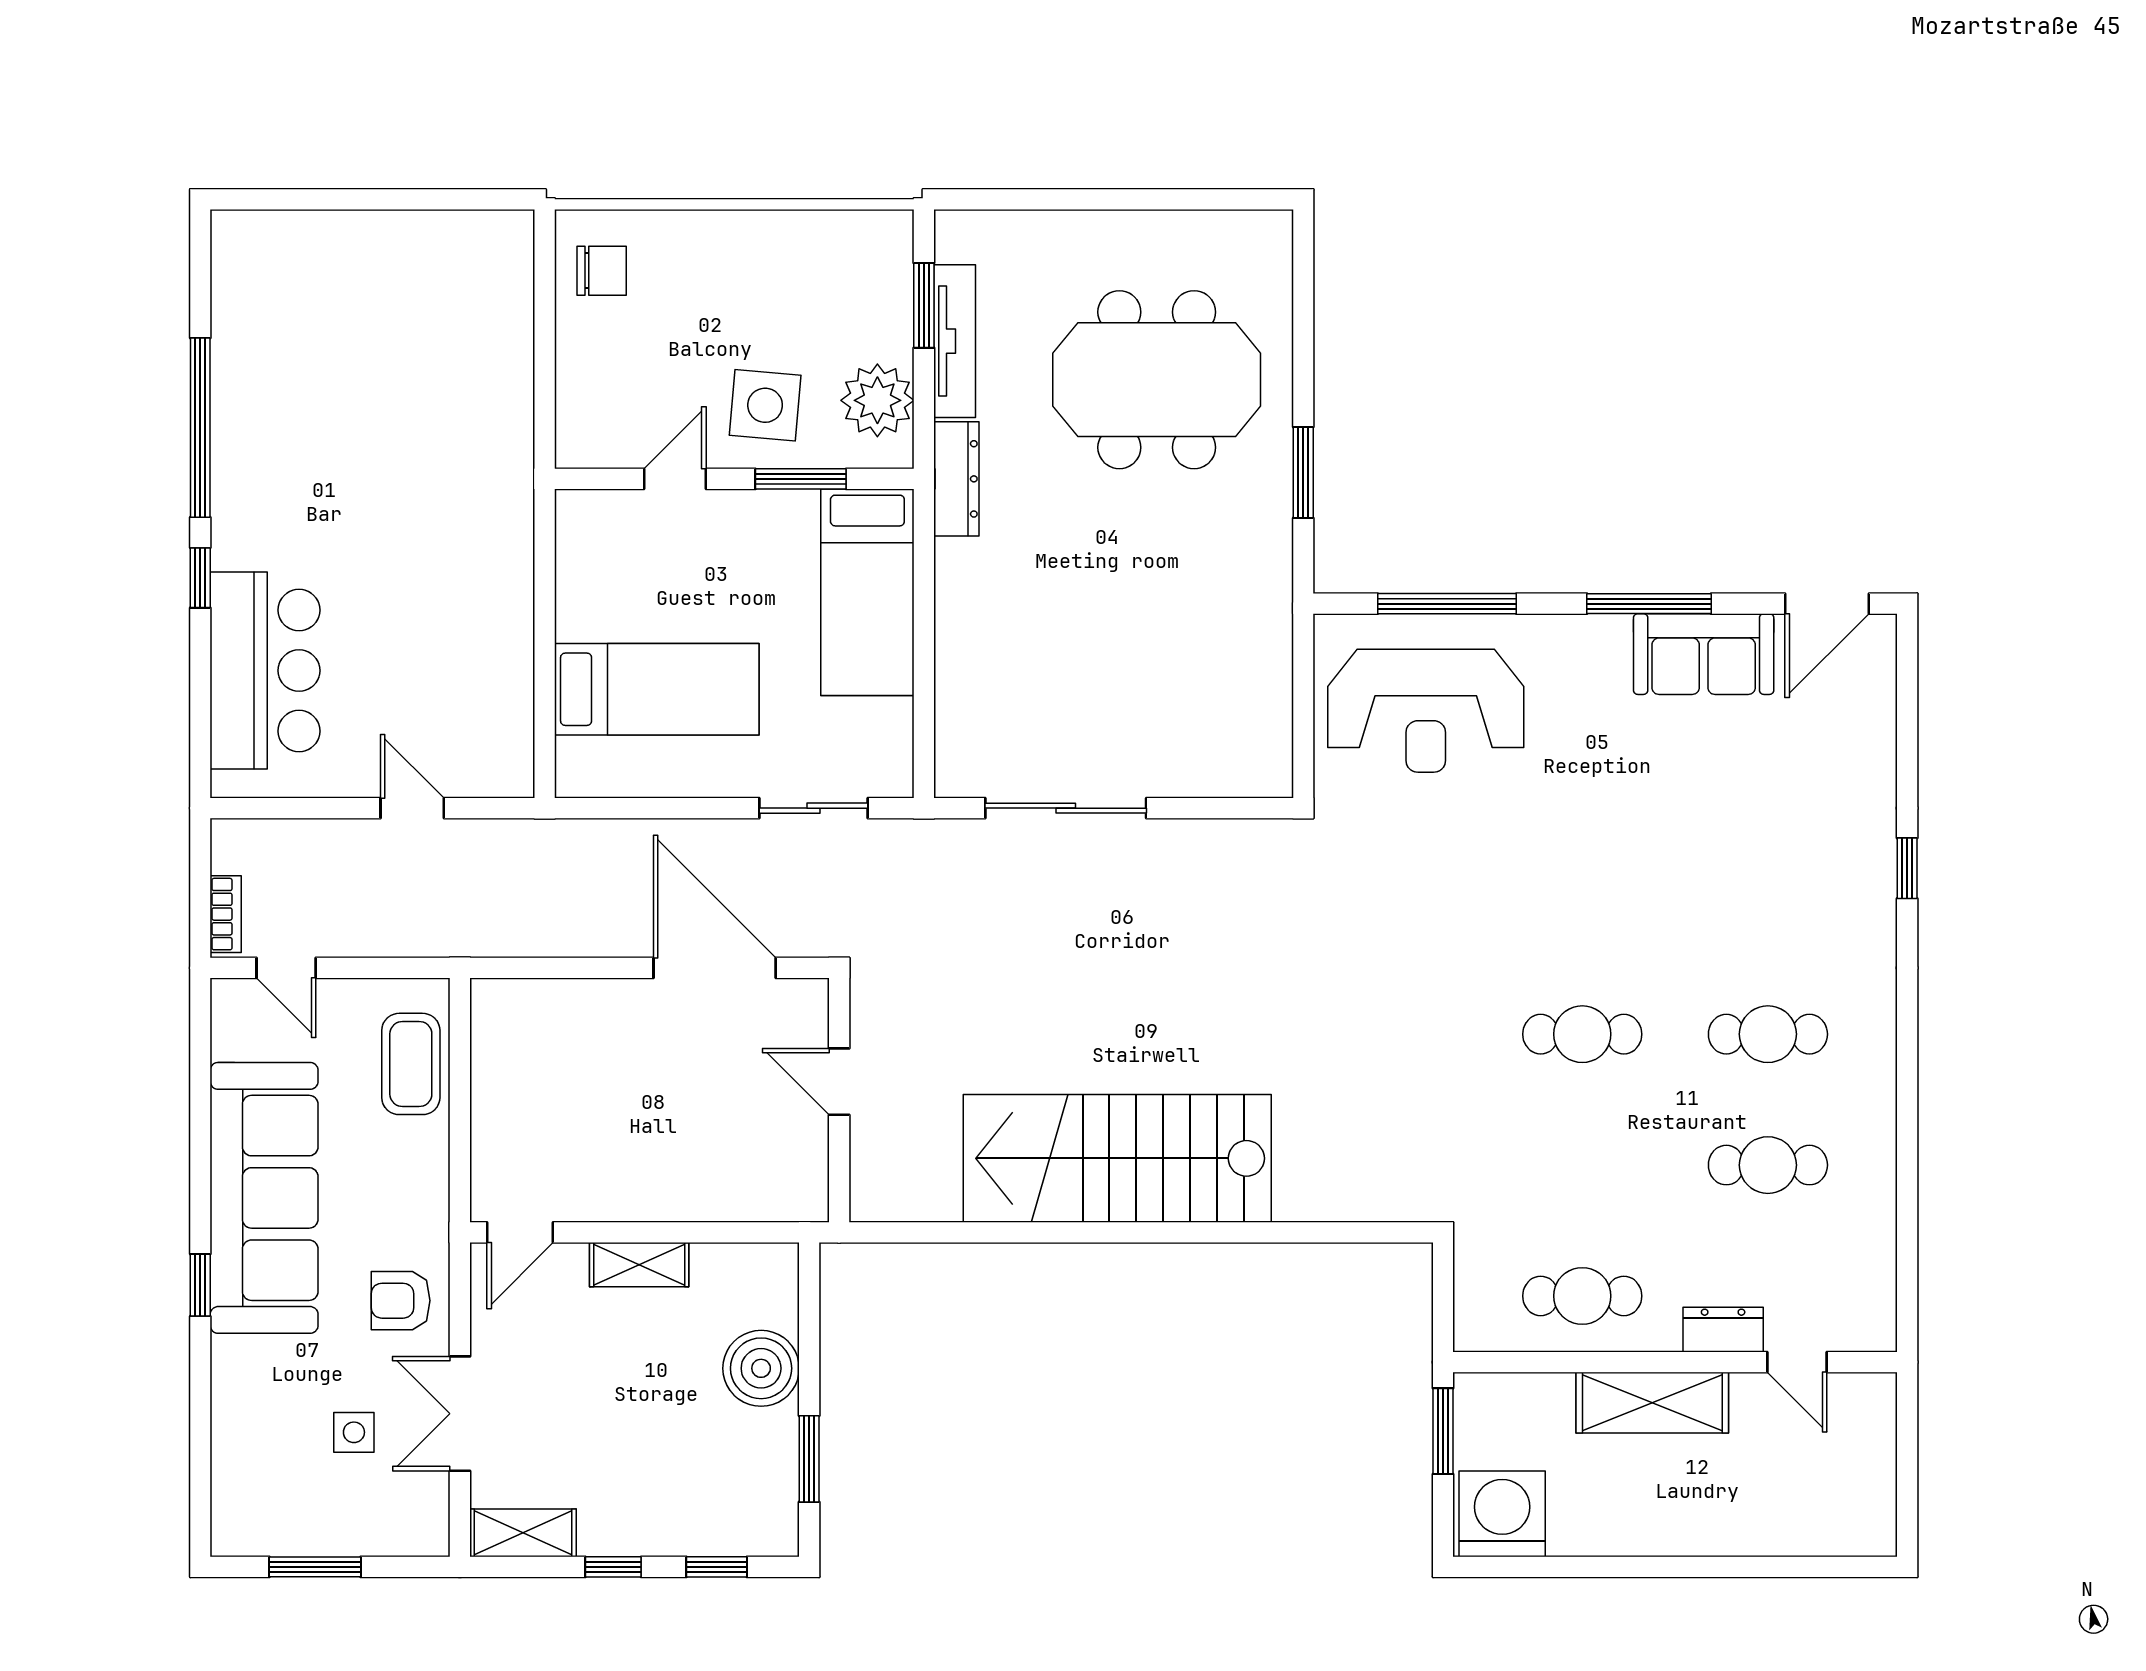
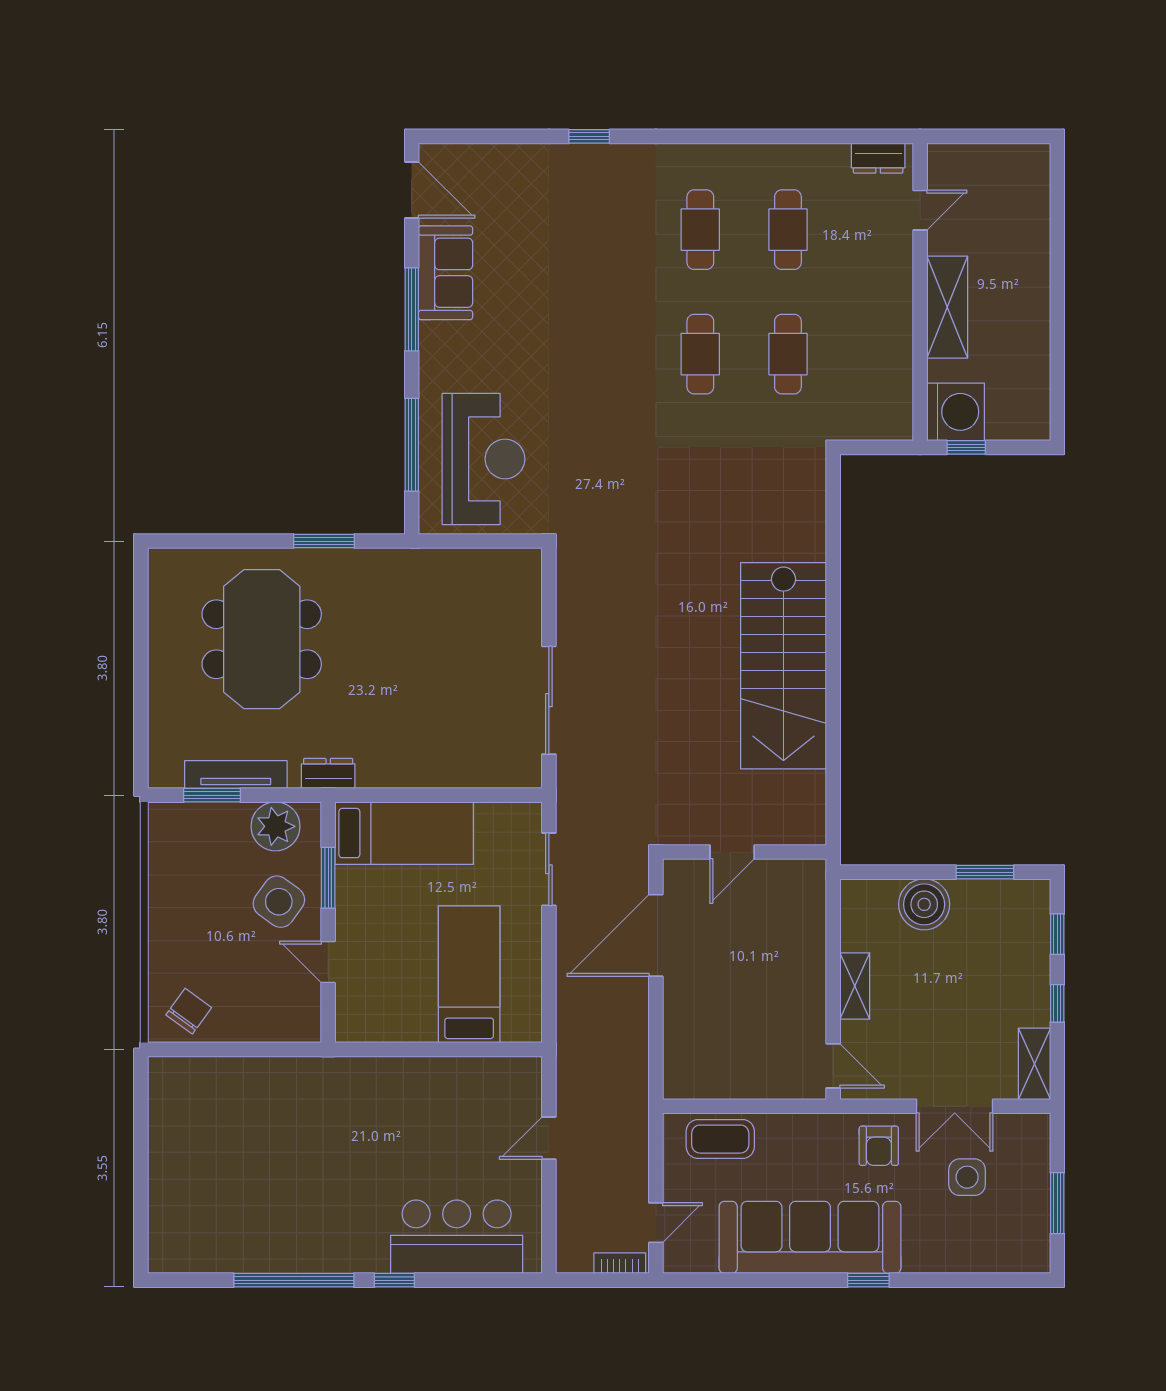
chair: (602, 271) -> (189, 1011), turned 36
side table: (765, 405) -> (279, 902), turned 31
dresser: (956, 479) -> (328, 773), width x0.70
cafe table: (1582, 1296) -> (788, 354), moved
dresser: (1723, 1330) -> (878, 158), moved, turned -90
window: (1443, 1431) -> (966, 447), width x0.67
side table: (354, 1432) -> (967, 1177), width x1.37, depth x1.37
washing machine: (1502, 1514) -> (956, 412), moved, turned 180

